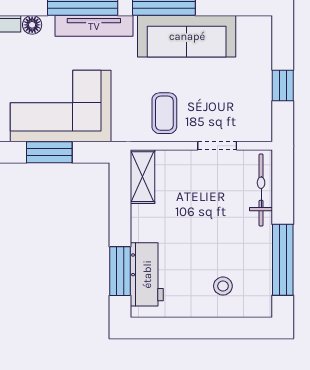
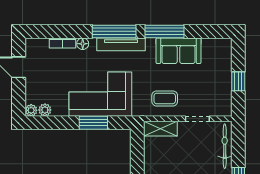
sofa: (187, 36) -> (178, 51), width x0.73
coffee table: (164, 113) -> (165, 98), turned 90
shelving: (143, 177) -> (160, 129), moved, turned 90

